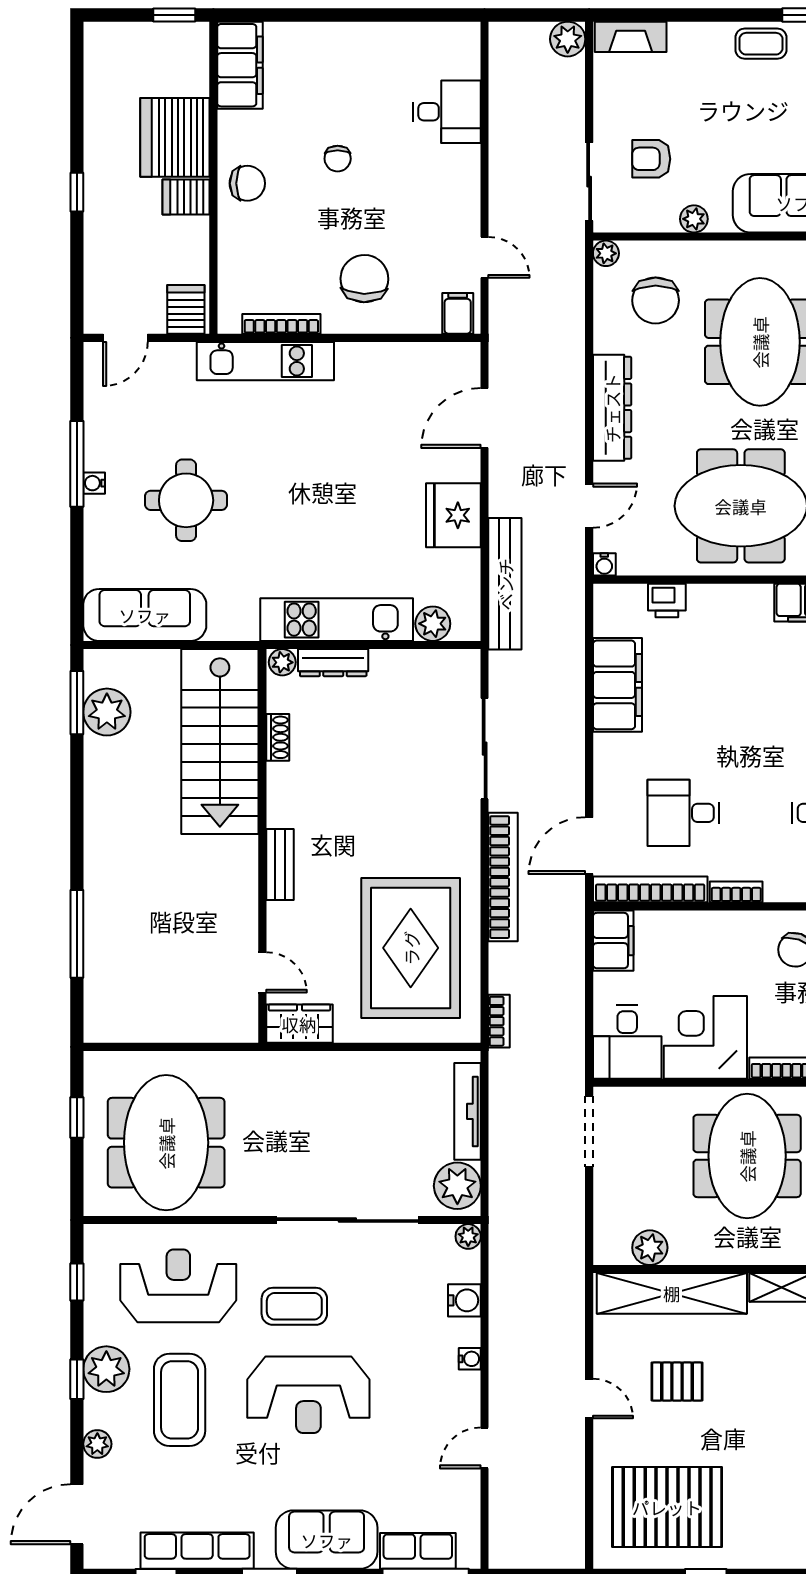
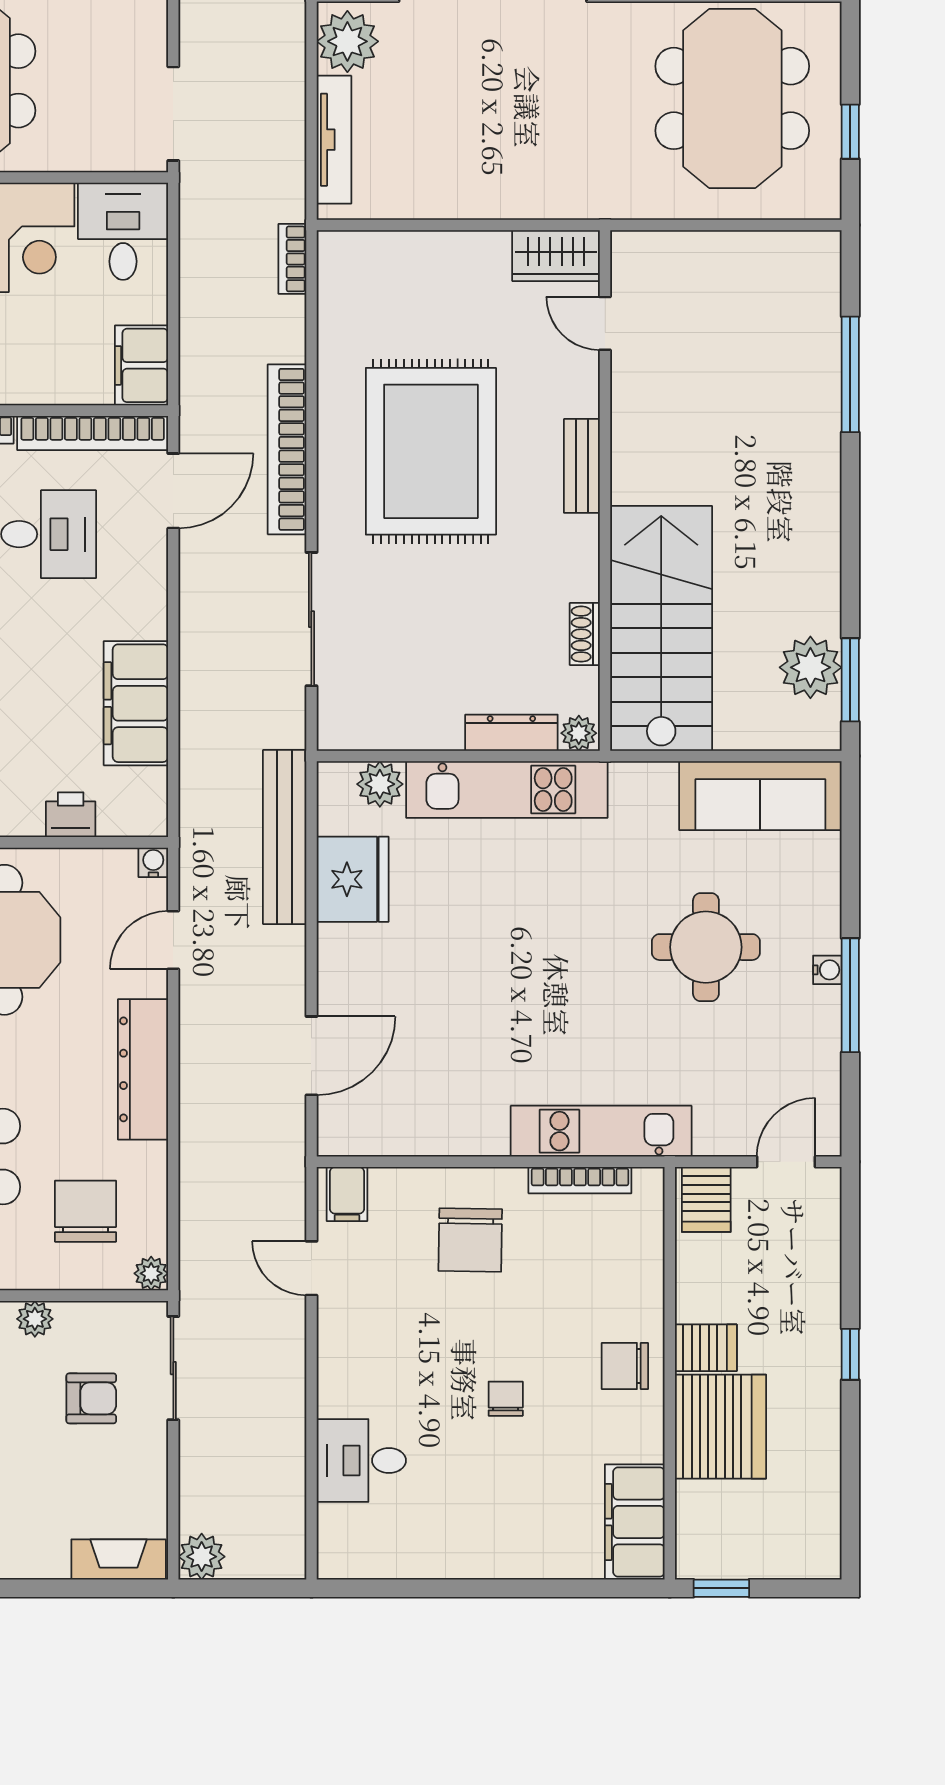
fridge: (453, 515) -> (353, 879), moved
rug: (411, 948) -> (431, 451), moved

